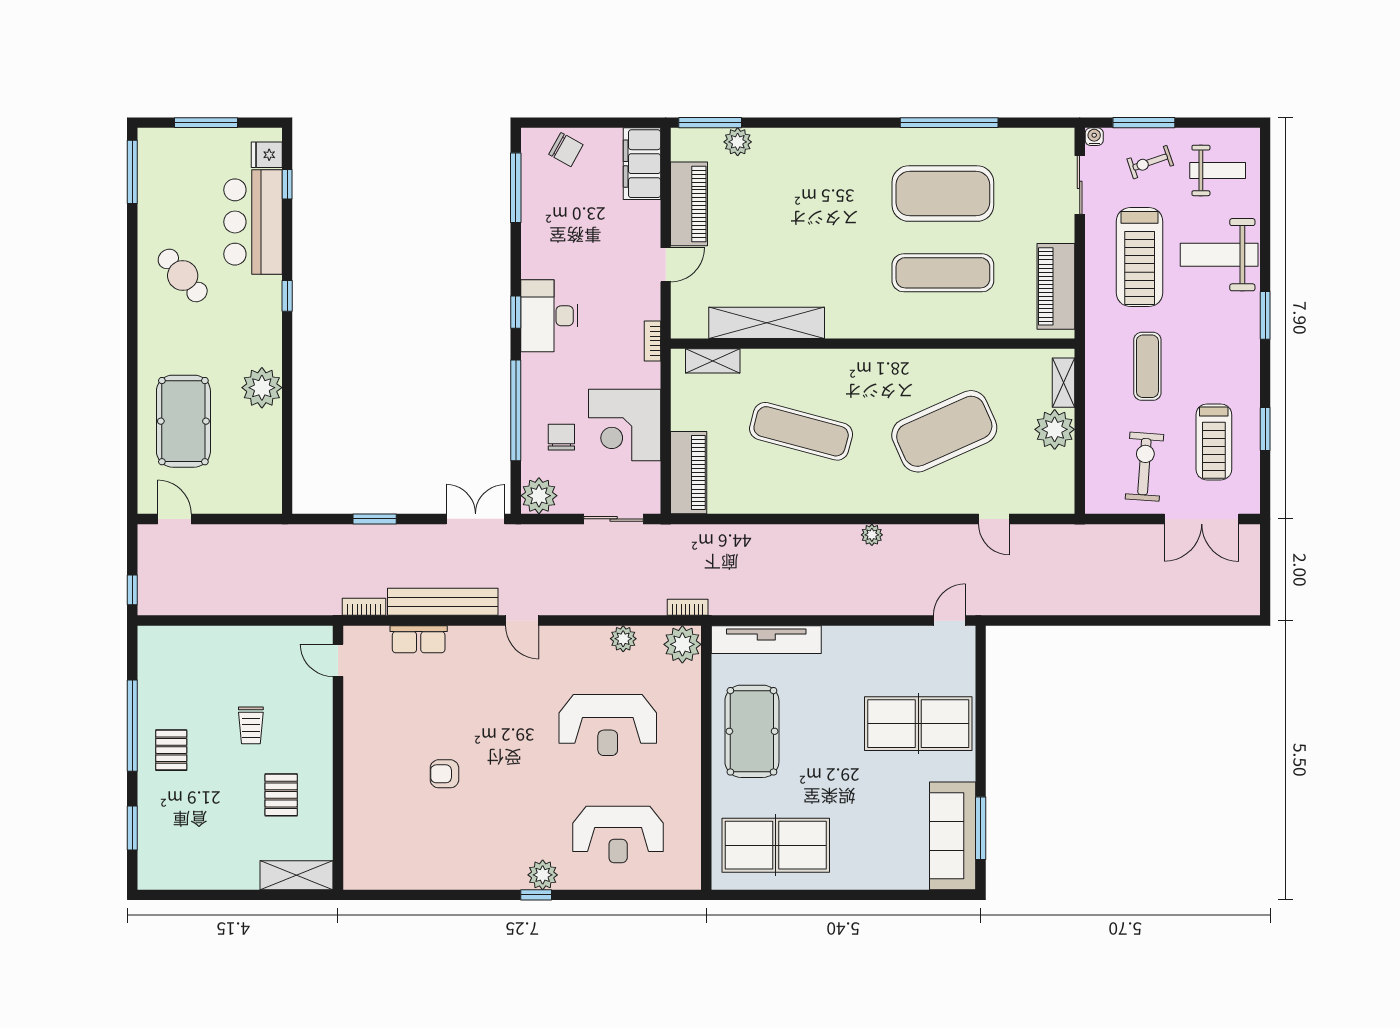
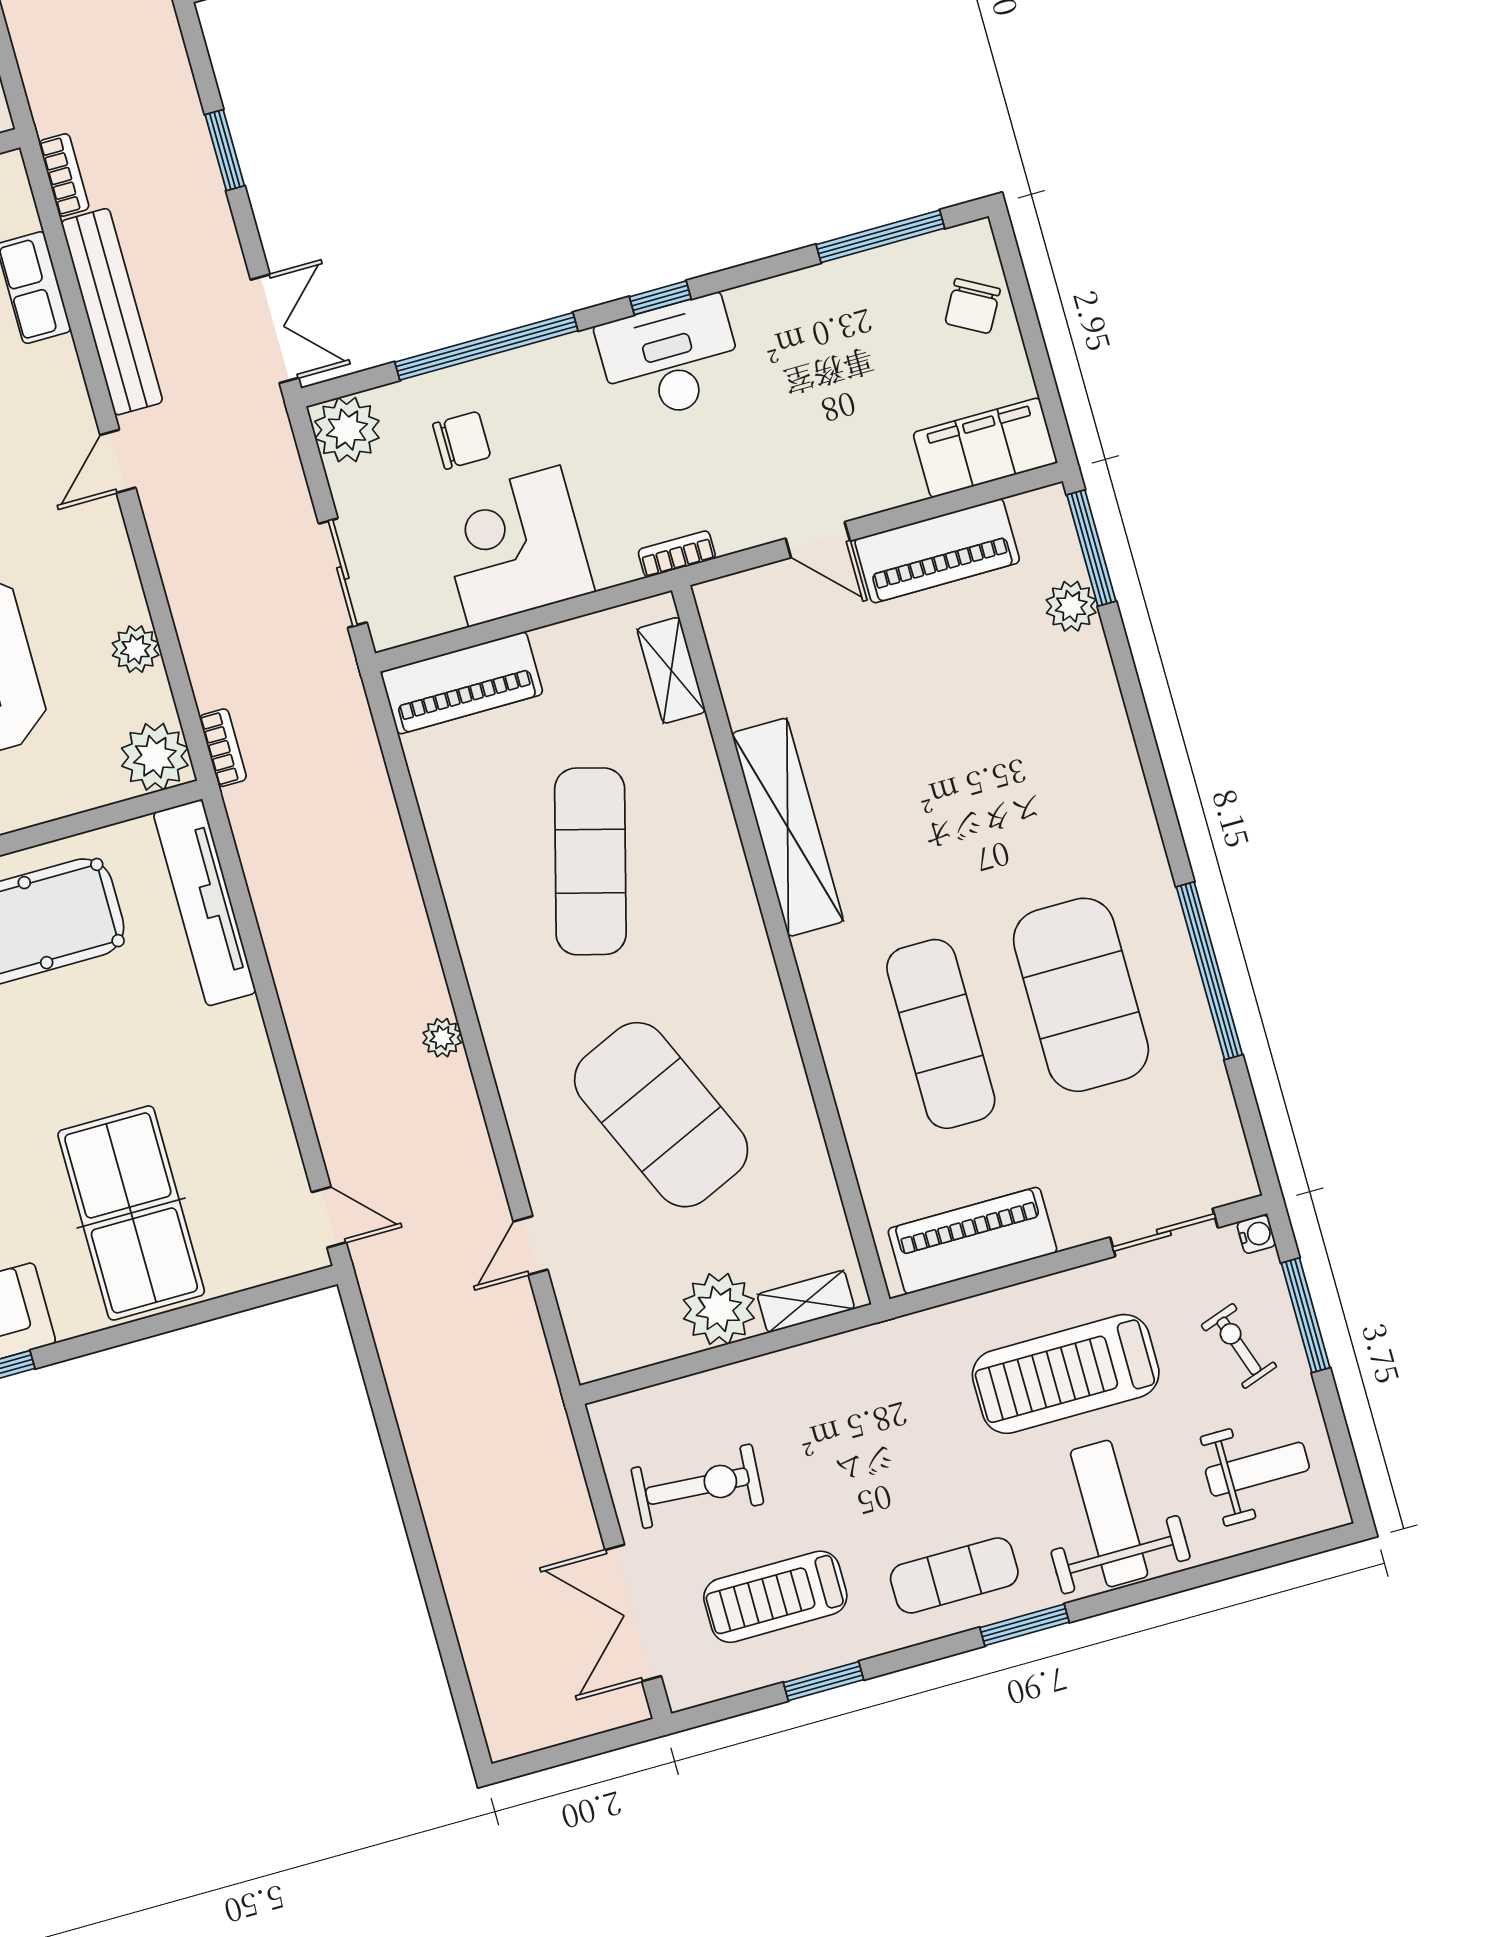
weight bench: (1218, 170) -> (1257, 1469), turned -90
shelving: (767, 323) -> (788, 827), moved
exercise mat: (1147, 366) -> (954, 1575), moved

